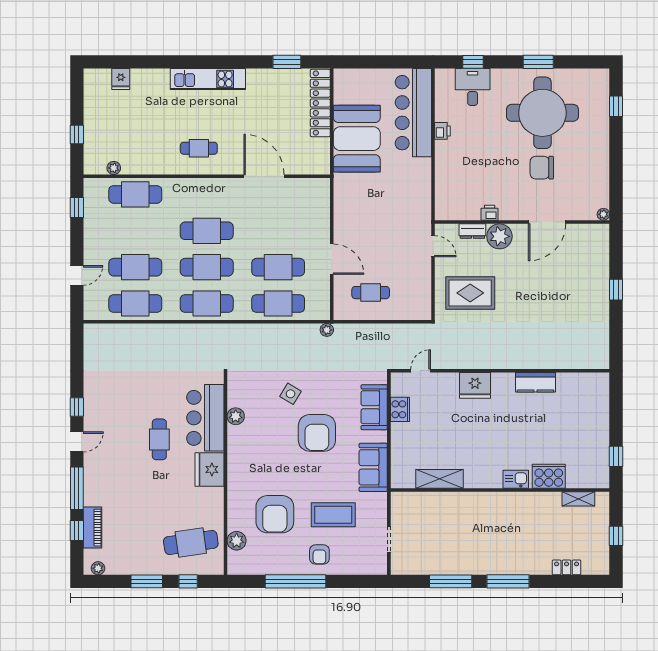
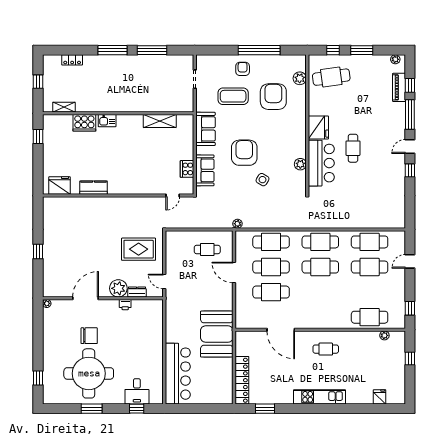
printer: (442, 131) -> (158, 361), removed
booth: (357, 139) -> (217, 334), moved
cafe table: (207, 231) -> (271, 292), moved
fridge: (475, 385) -> (60, 186), moved

